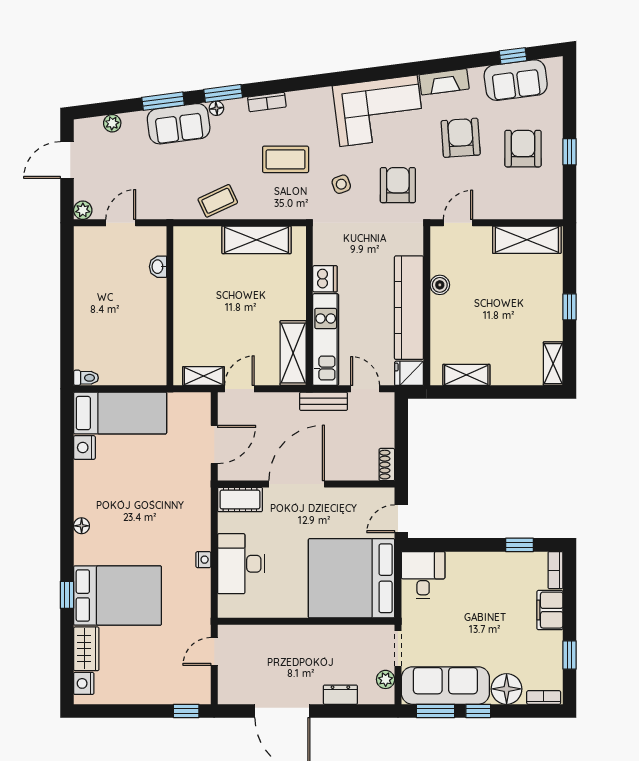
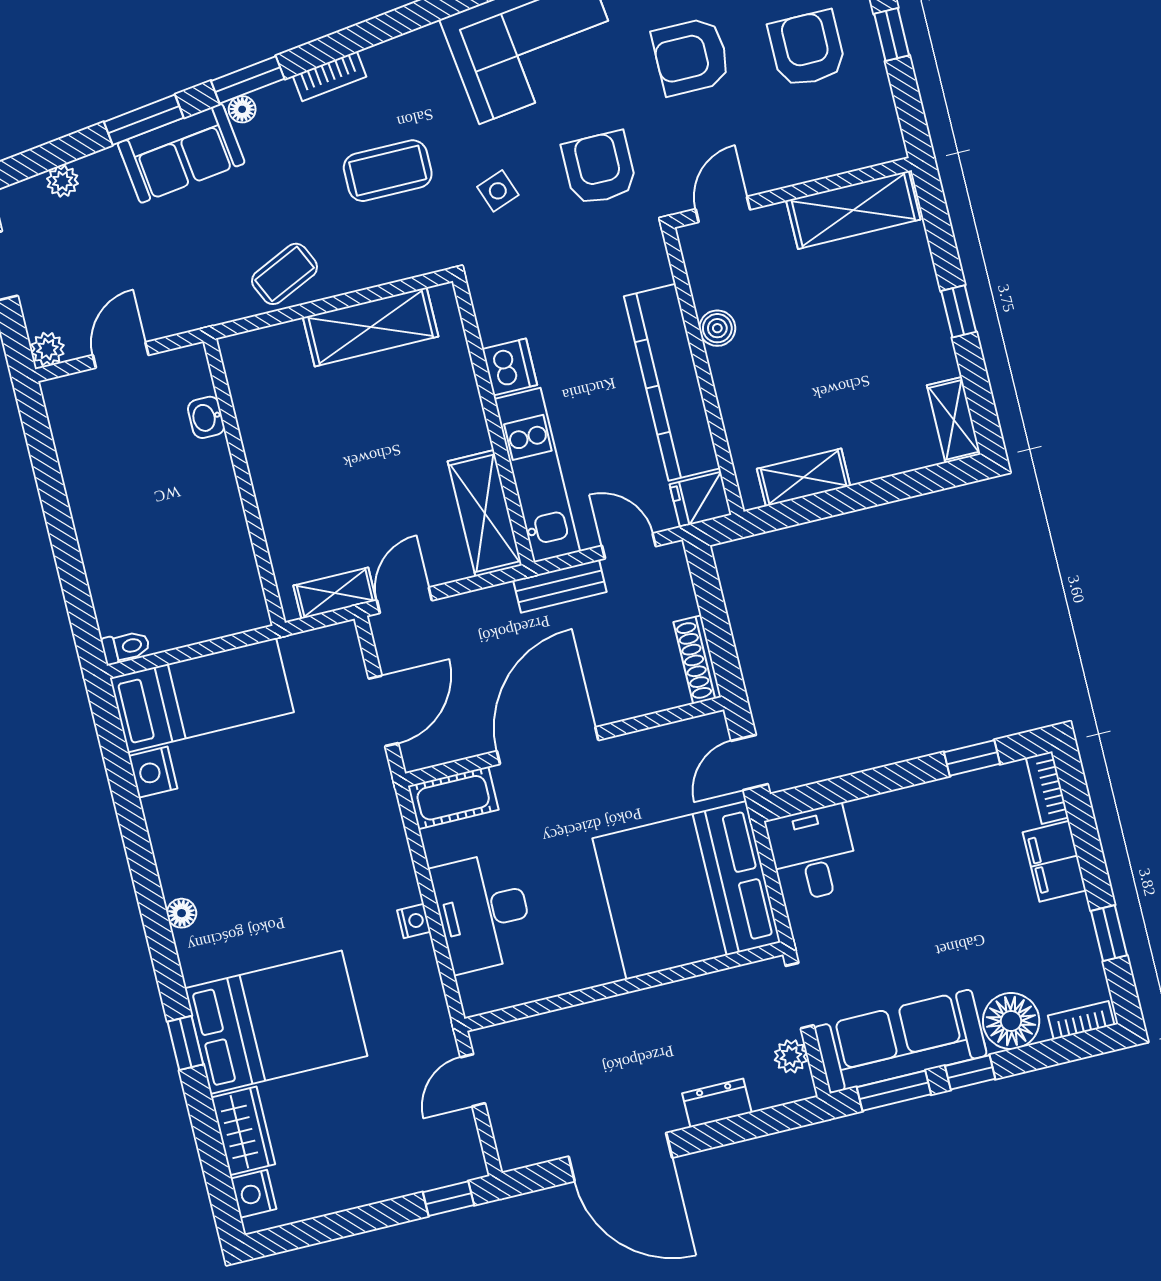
armchair: (461, 138) -> (691, 56), turned -86
shoe rack: (387, 465) -> (697, 660), width x1.43

